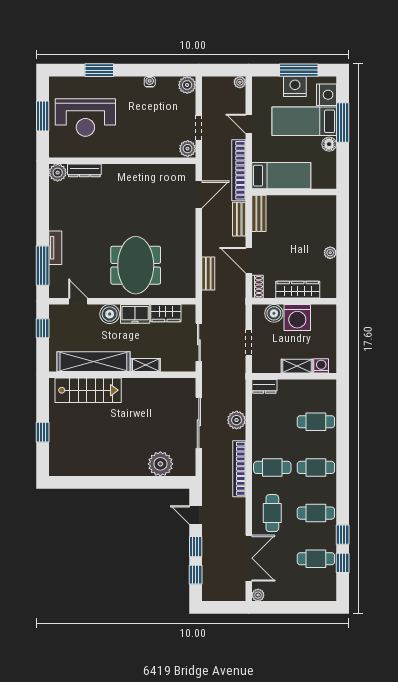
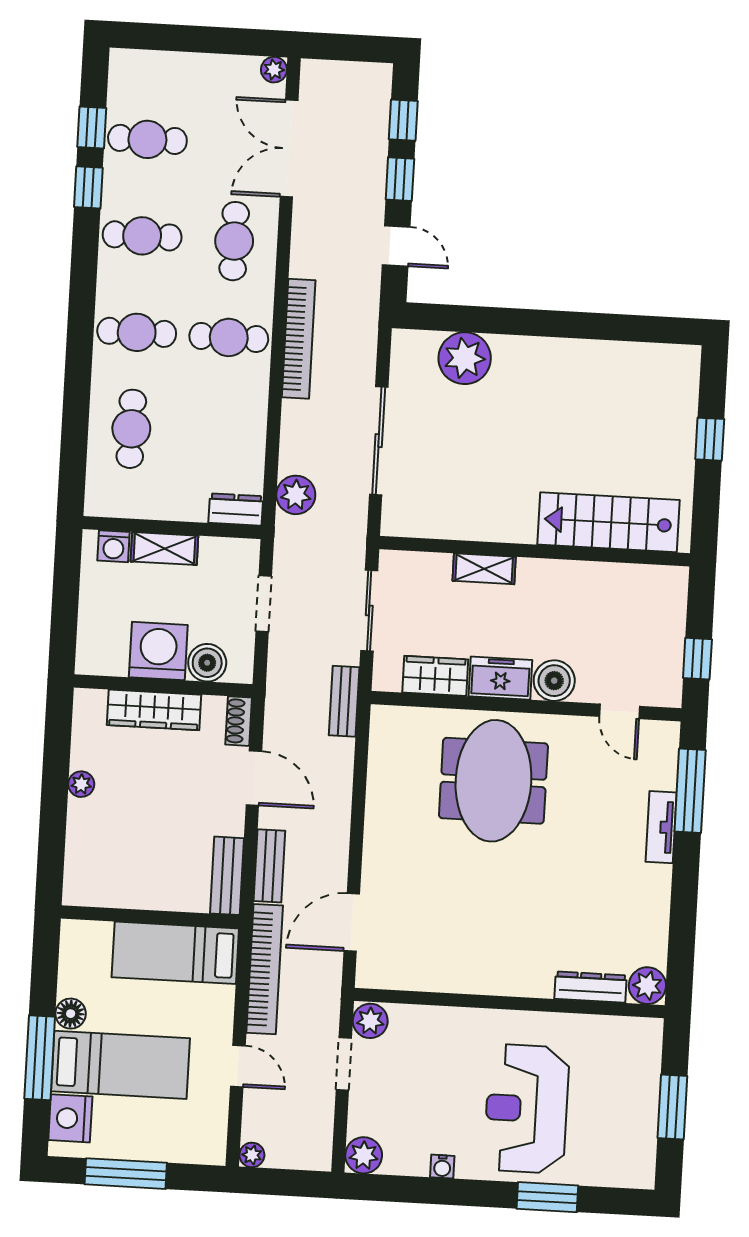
nightstand: (295, 86) -> (136, 1140), removed
reception desk: (85, 118) -> (526, 1109), moved, turned -90
bench: (208, 274) -> (344, 701), moved
shelving: (93, 362) -> (594, 582), removed
plant: (237, 420) -> (296, 495), moved
cafe table: (316, 422) -> (131, 429), turned 90

